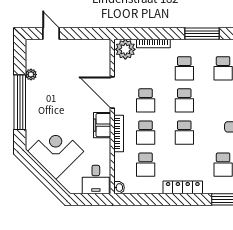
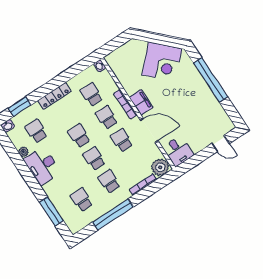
window: (202, 34) -> (113, 214), width x1.46
plant: (31, 74) -> (216, 105), removed
desk: (96, 179) -> (178, 151), moved, turned 180

